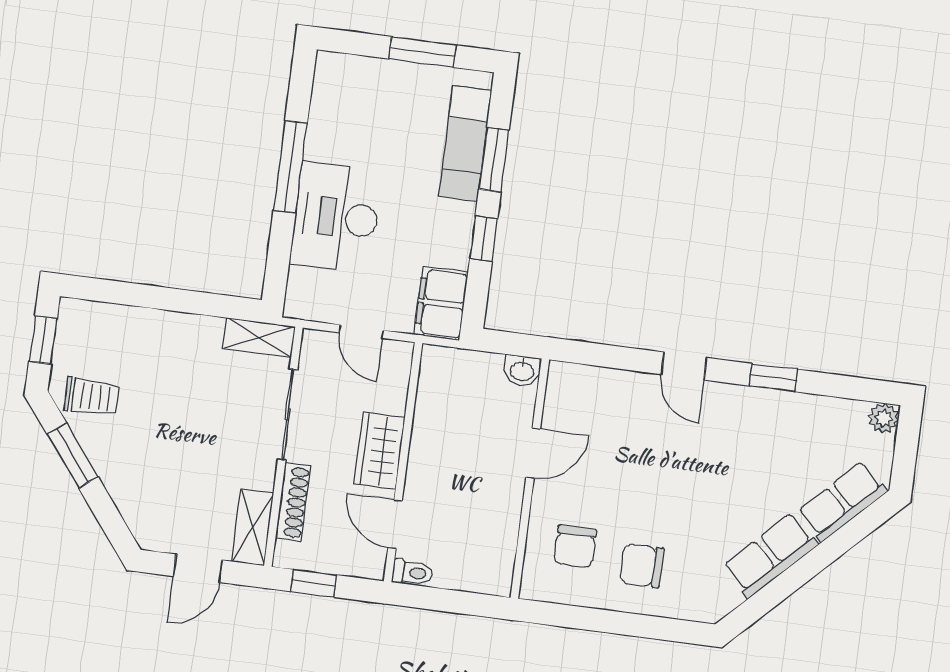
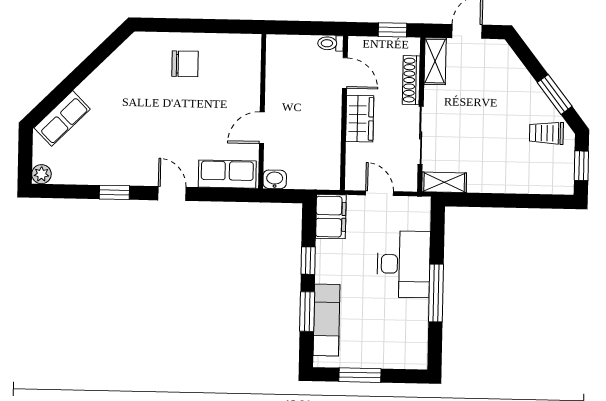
chair: (575, 546) -> (229, 71), removed
row of seats: (770, 555) -> (227, 174), moved, turned -135

